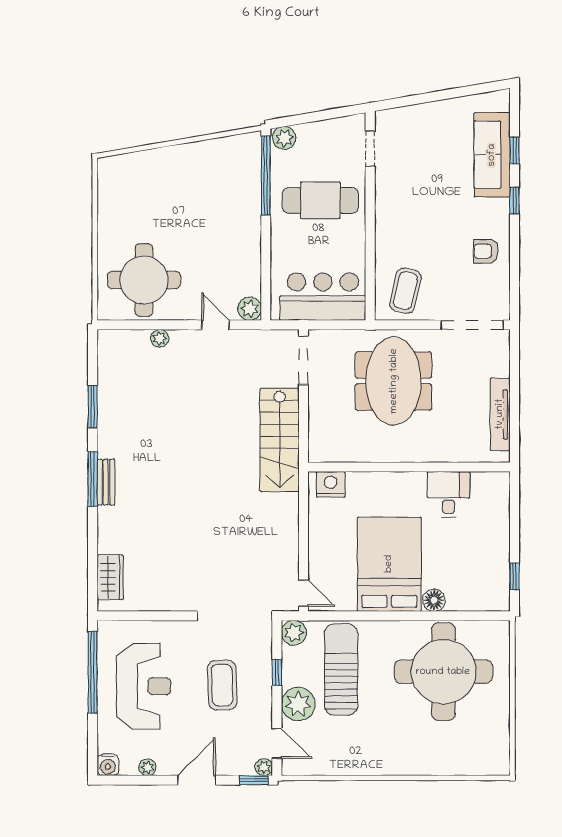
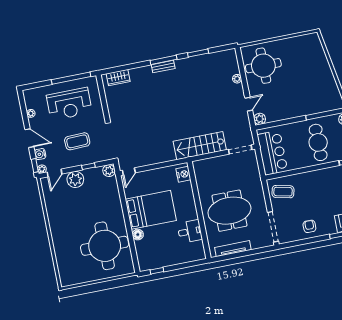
meeting table: (394, 381) -> (229, 211), moved
sun lounger: (341, 670) -> (96, 197), removed
water cooler: (108, 765) -> (40, 154), moved

